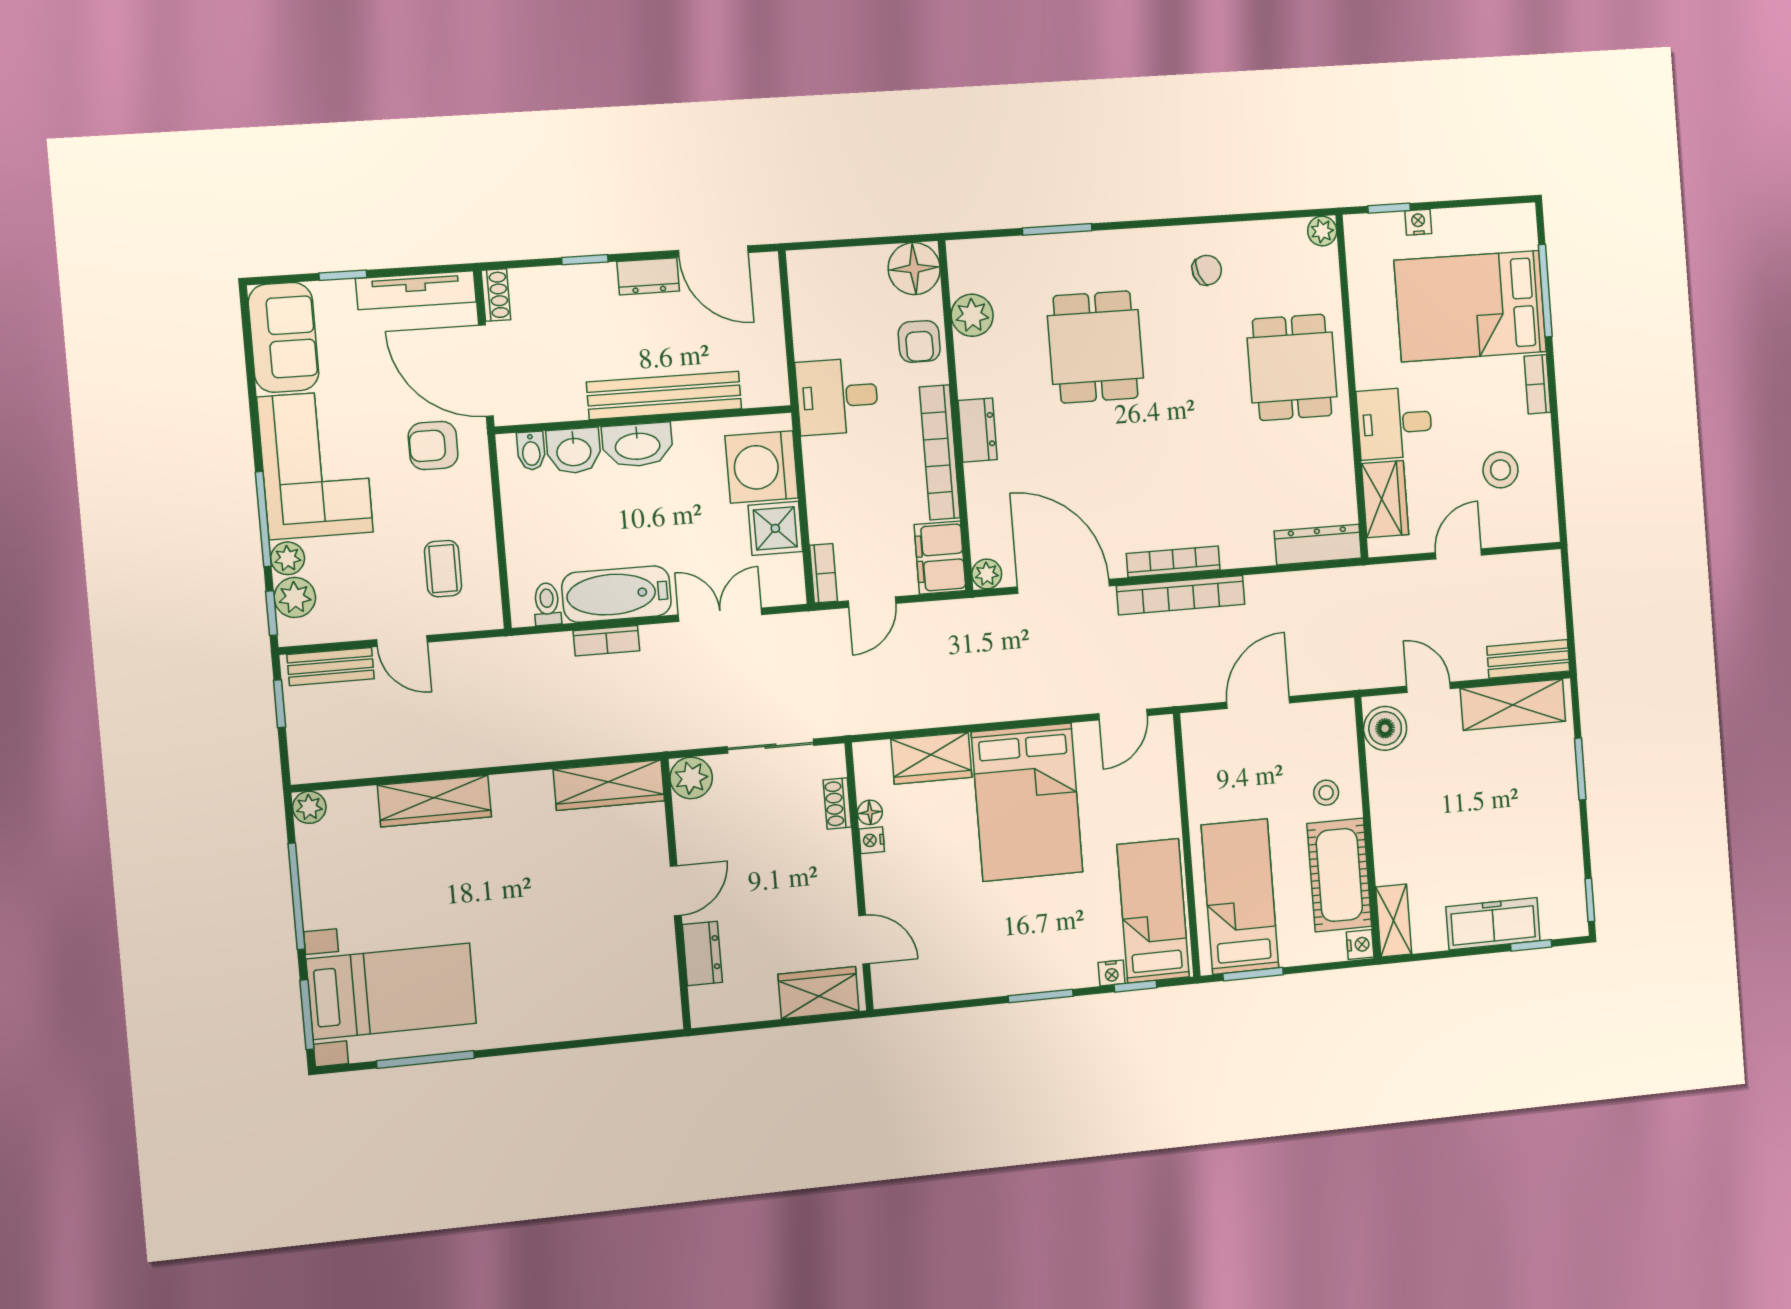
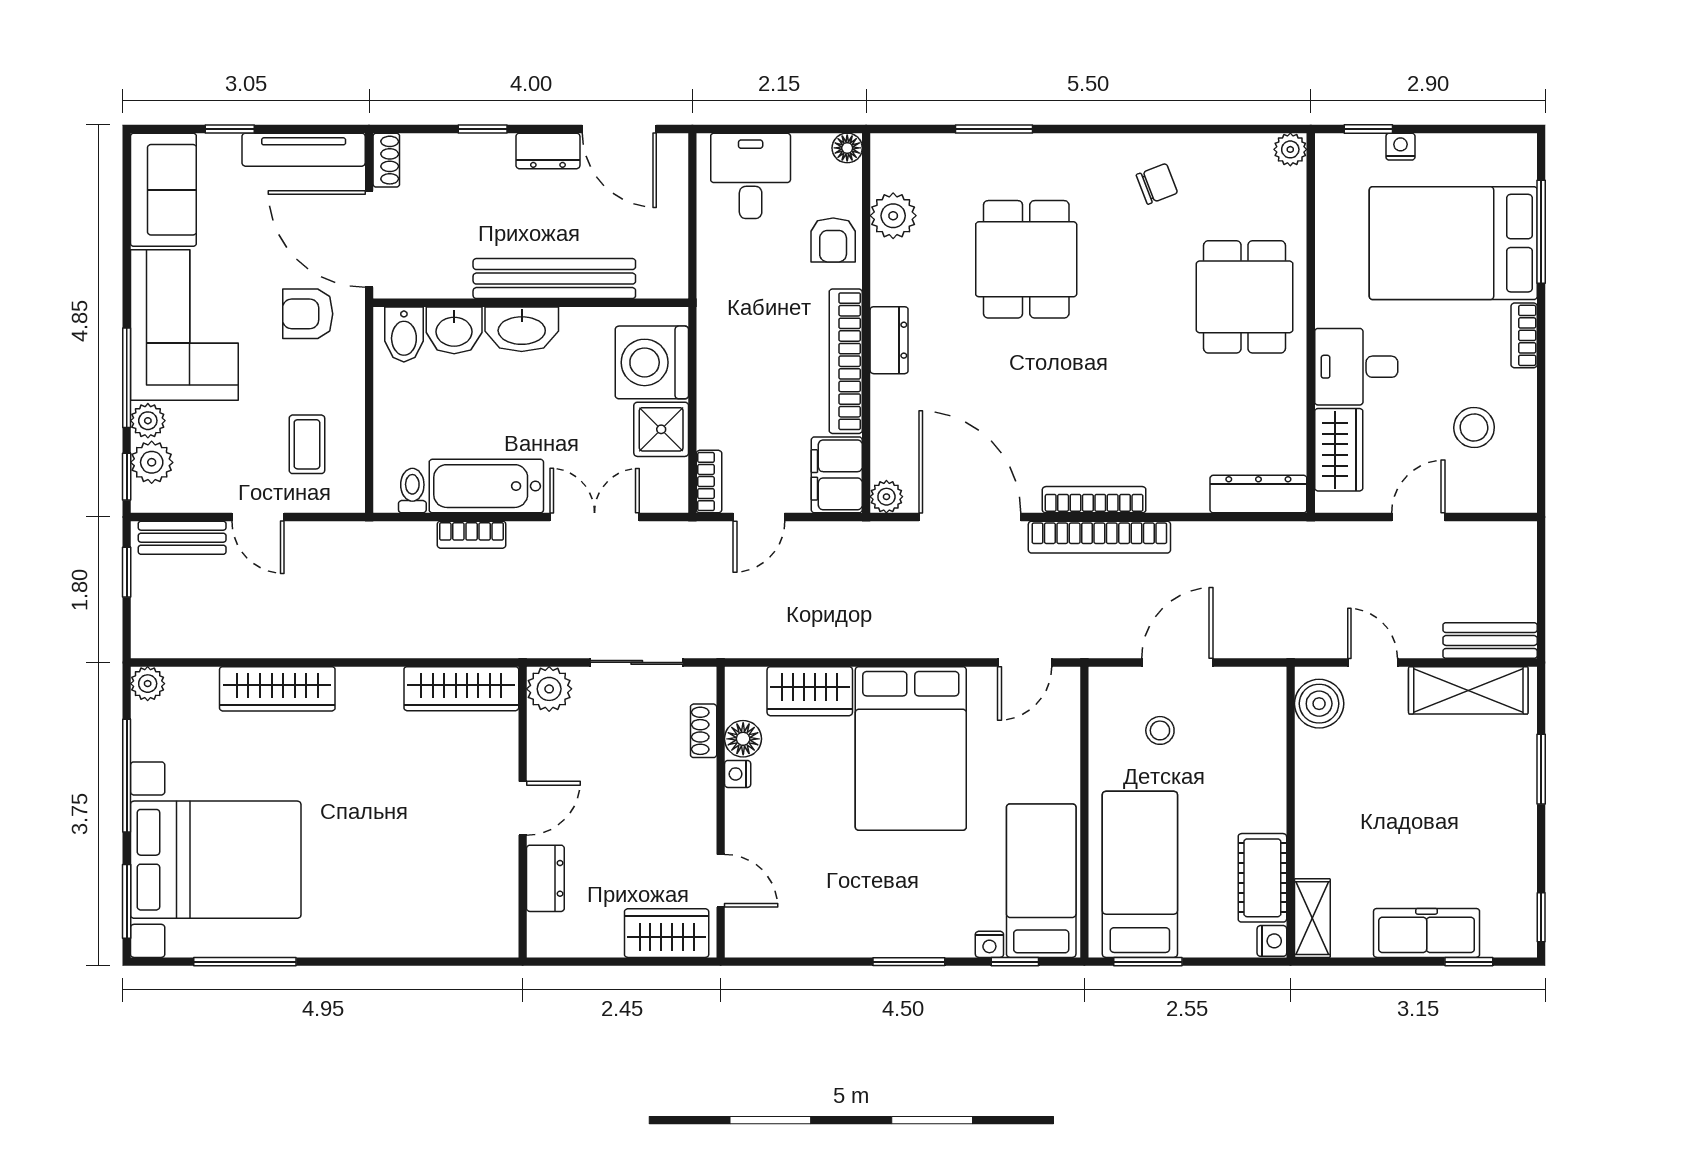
floor lamp: (914, 269) -> (847, 148), width x0.53, depth x0.53
desk: (837, 396) -> (751, 176), moved, turned 90
bidet: (531, 451) -> (404, 334), width x1.38, depth x1.36
stool: (1326, 793) -> (1160, 730), moved
floor lamp: (870, 812) -> (743, 739), width x1.37, depth x1.37
cot: (1339, 875) -> (1262, 878), width x0.73, depth x0.75
bed with nightstands: (391, 991) -> (216, 860), width x1.36

